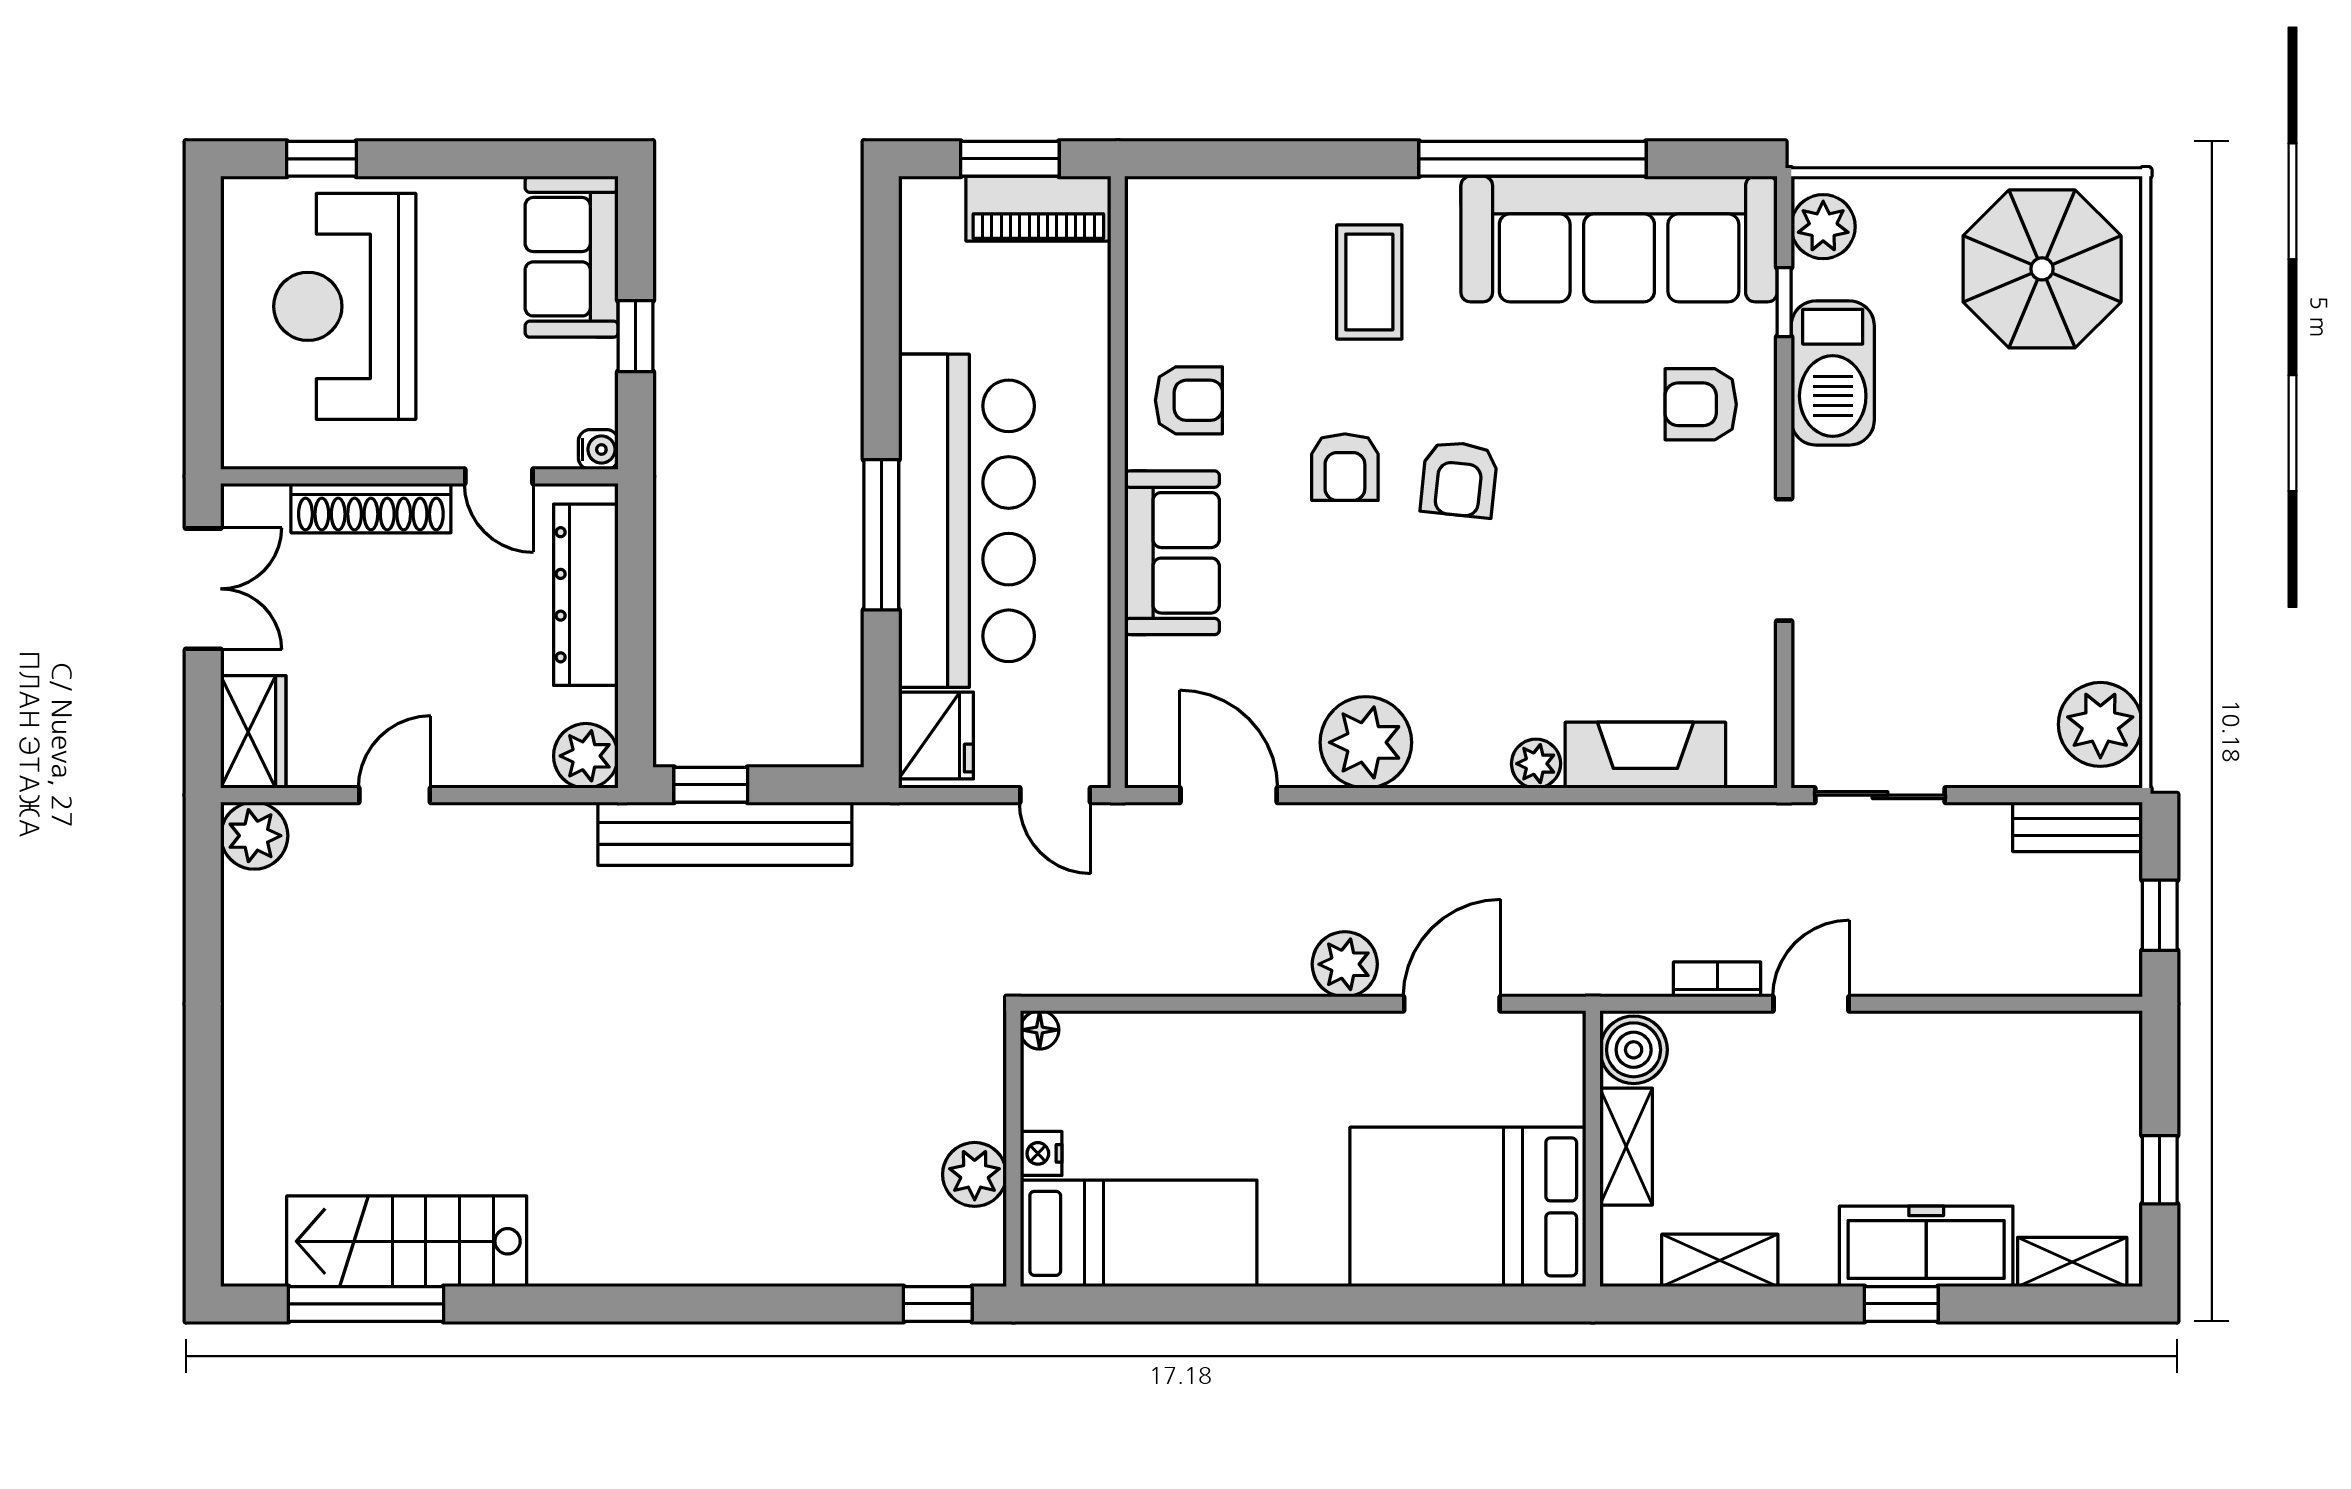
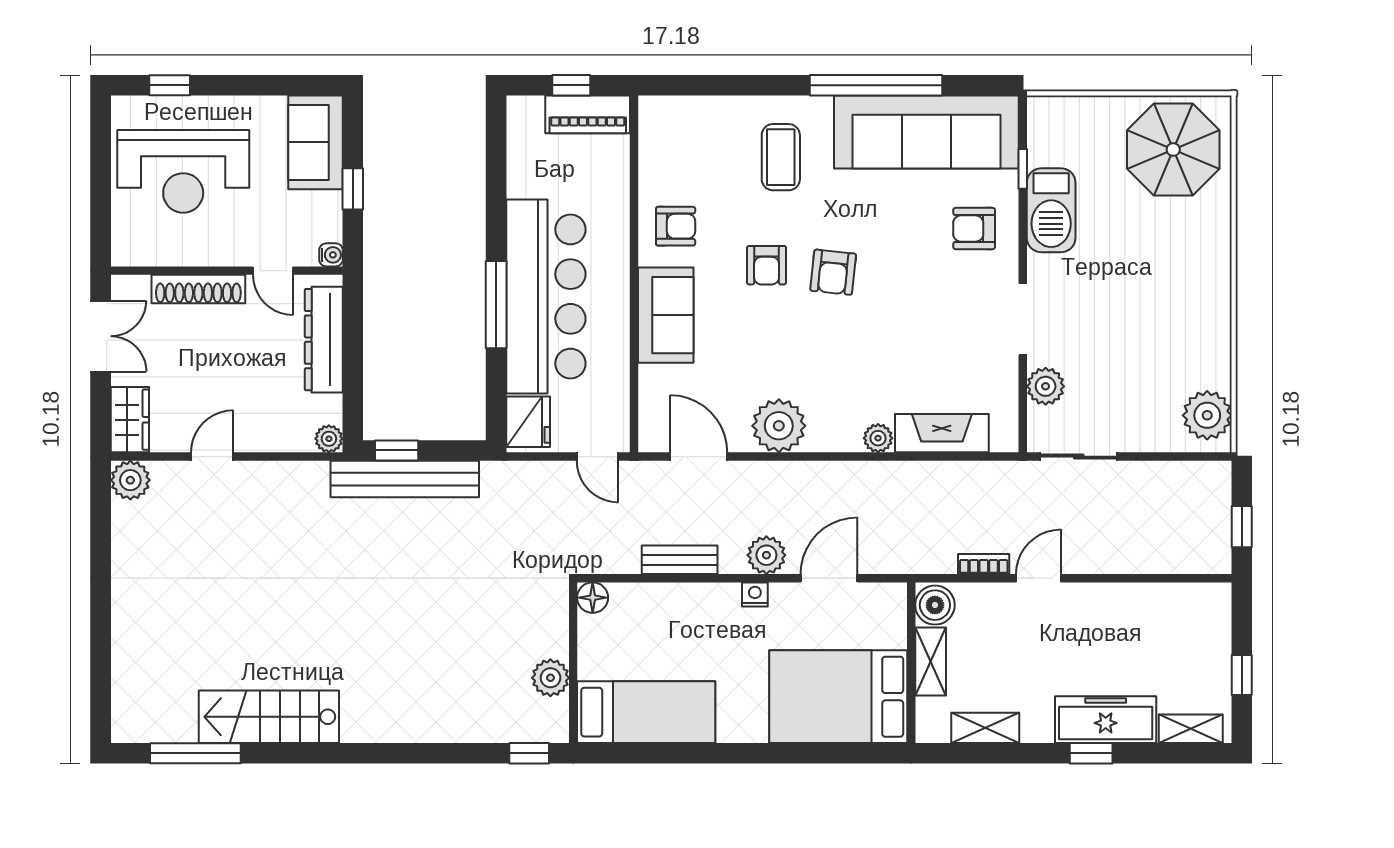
window: (1010, 159) -> (571, 85), width x0.67
plant: (1823, 227) -> (1046, 386), moved
reception desk: (345, 306) -> (183, 171), turned -90
plant: (586, 756) -> (329, 439), width x0.73, depth x0.73
bench: (2077, 827) -> (680, 560), moved
floor lamp: (1040, 1030) -> (593, 598), width x1.37, depth x1.37
nightstand: (1041, 1153) -> (755, 594), moved, turned 90
stairs: (407, 1241) -> (269, 717), moved

